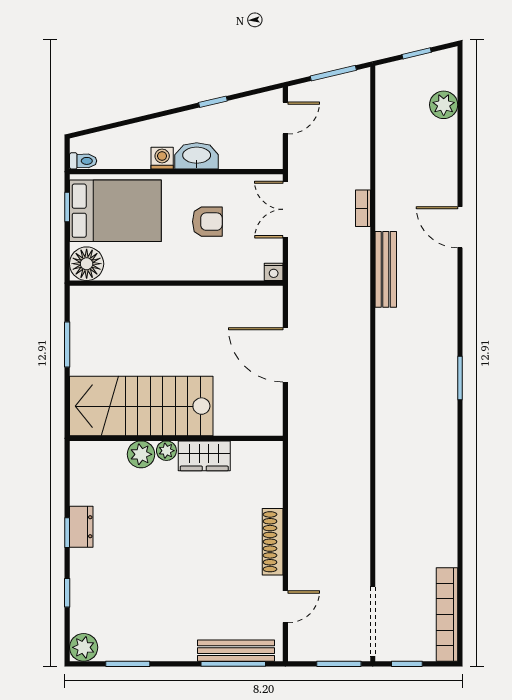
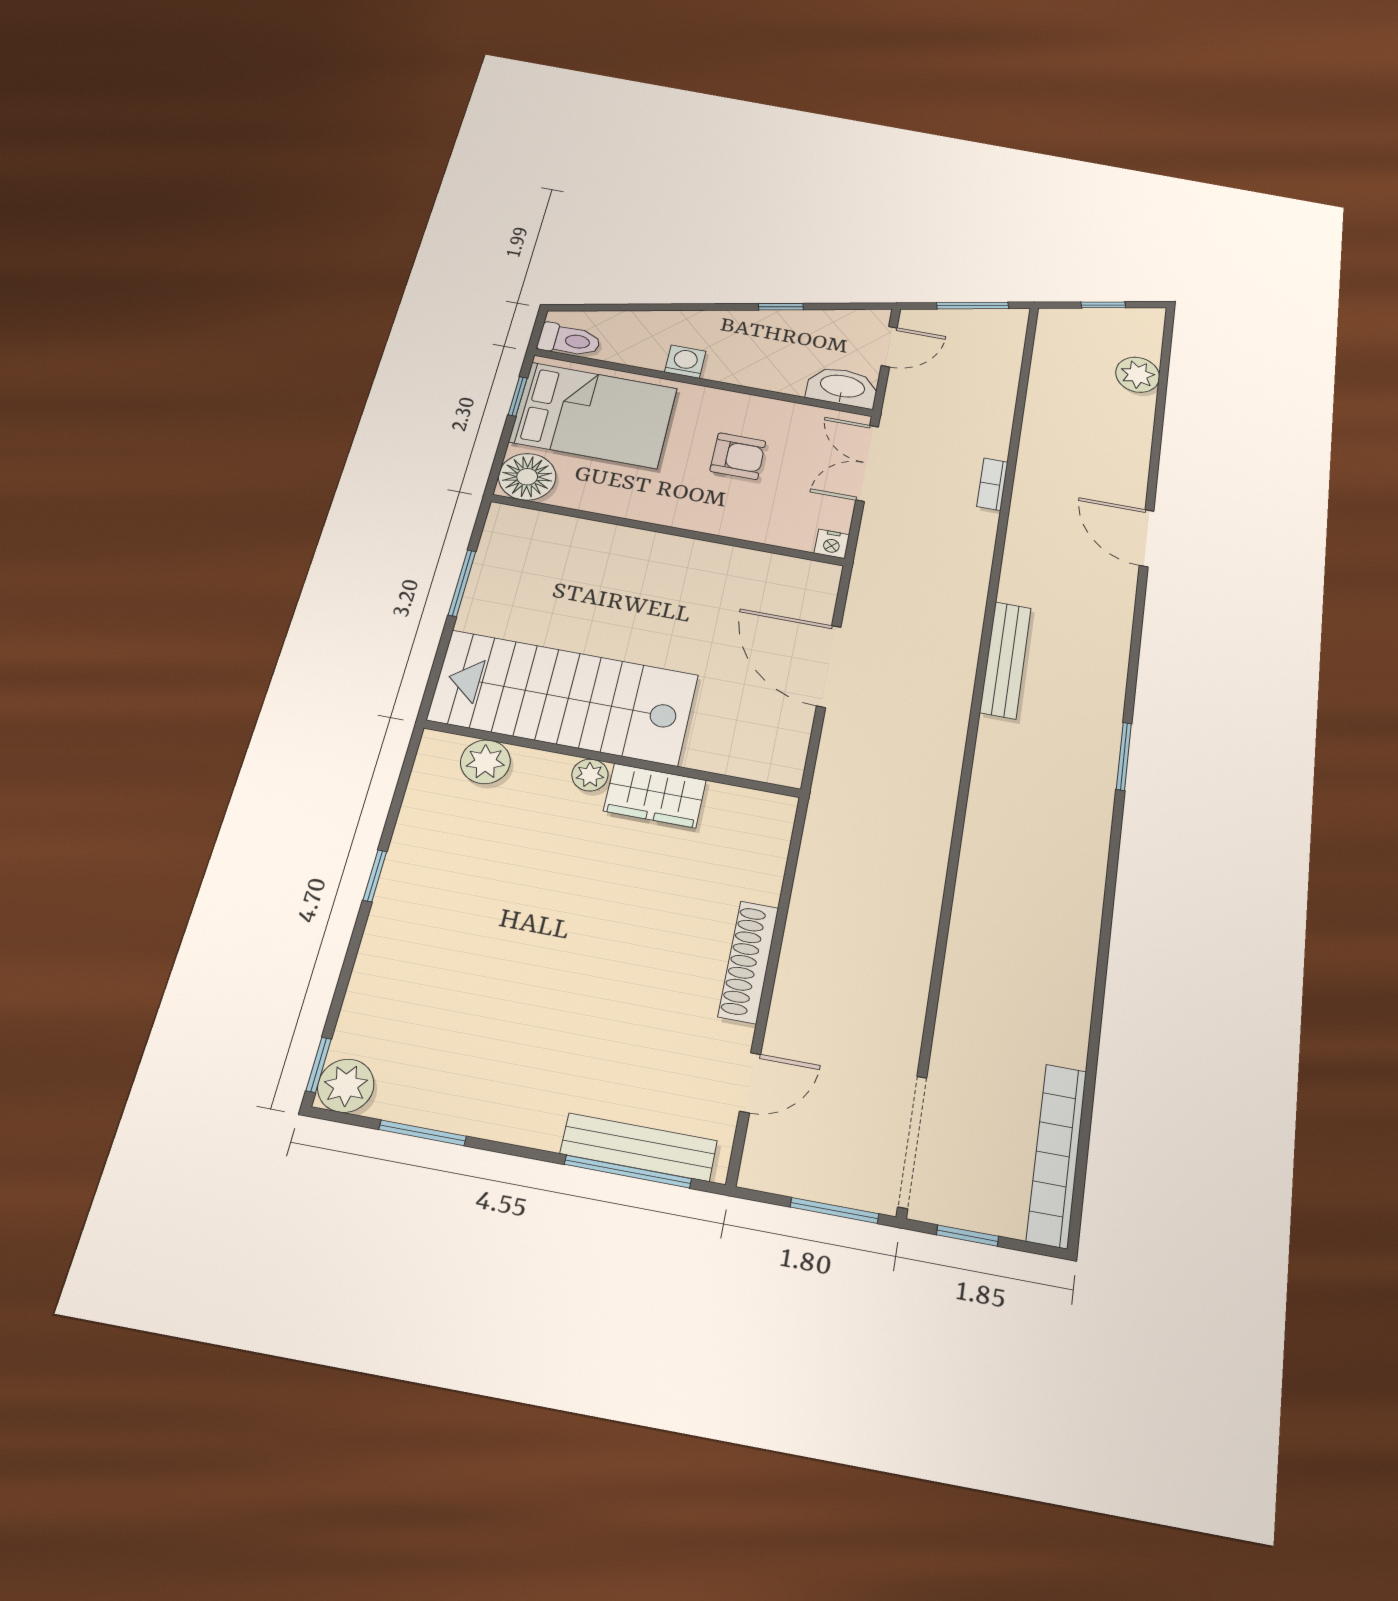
washbasin: (197, 156) -> (842, 387), moved
toilet: (83, 161) -> (569, 340), width x1.37, depth x1.39
bench: (386, 269) -> (1006, 660), moved
plant: (141, 454) -> (485, 762), moved
dresser: (81, 527) -> (403, 871), removed
window: (67, 593) -> (319, 1065), moved

